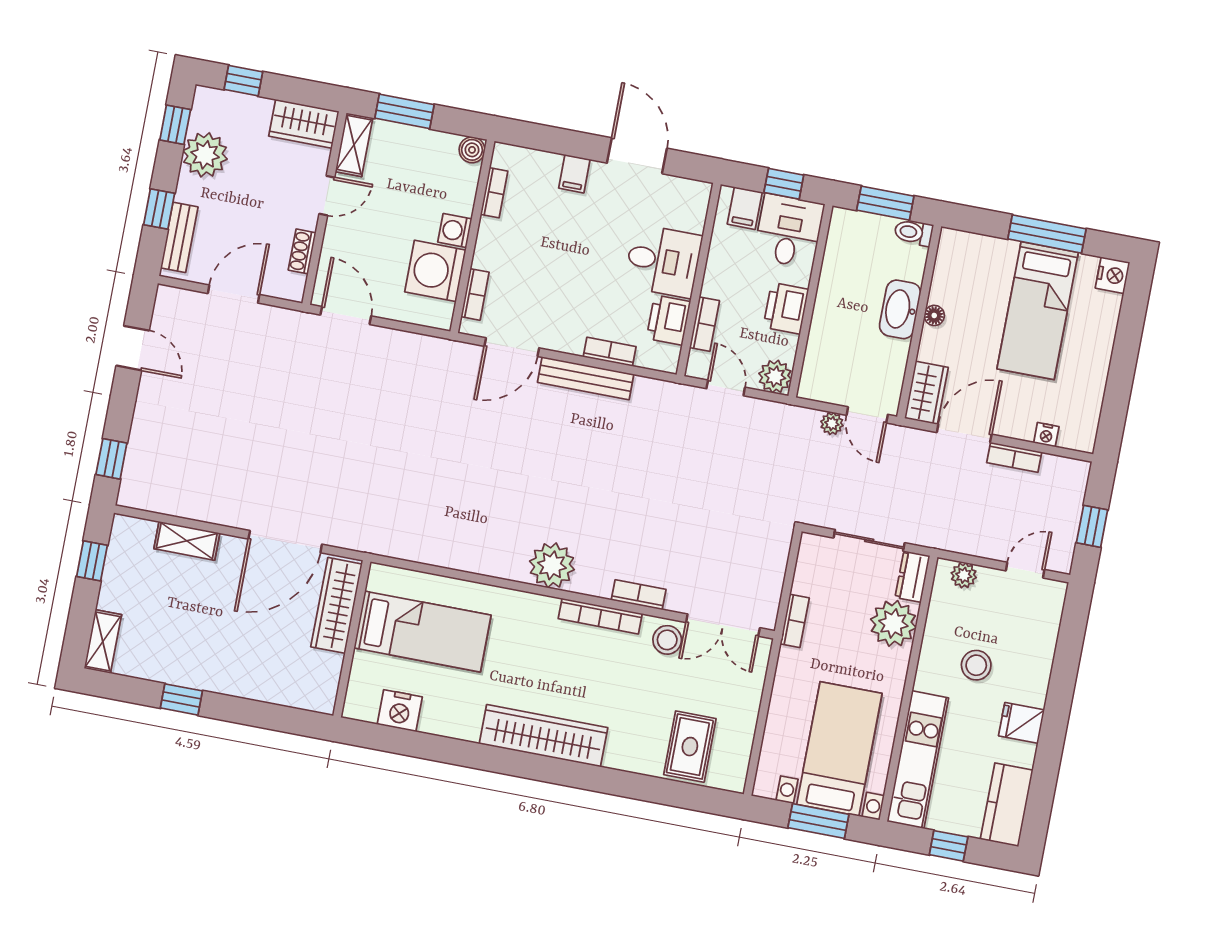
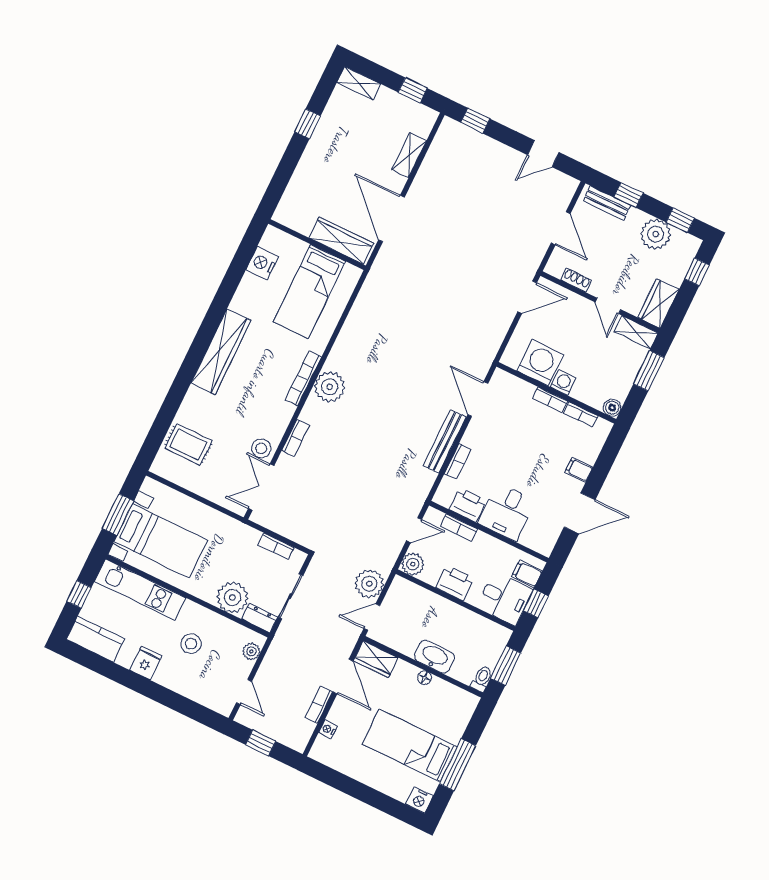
bookcase: (475, 294) -> (550, 400), moved
plant: (832, 424) -> (369, 584), width x1.87, depth x1.87
bookcase: (600, 616) -> (303, 378), moved
bookcase: (795, 621) -> (276, 546), moved

